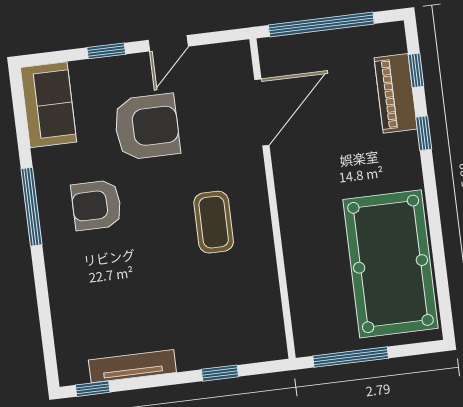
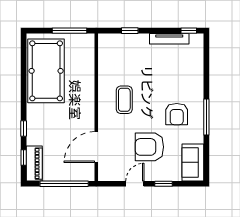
piano: (396, 93) -> (34, 164), moved
armchair: (96, 205) -> (177, 114), turned 90

